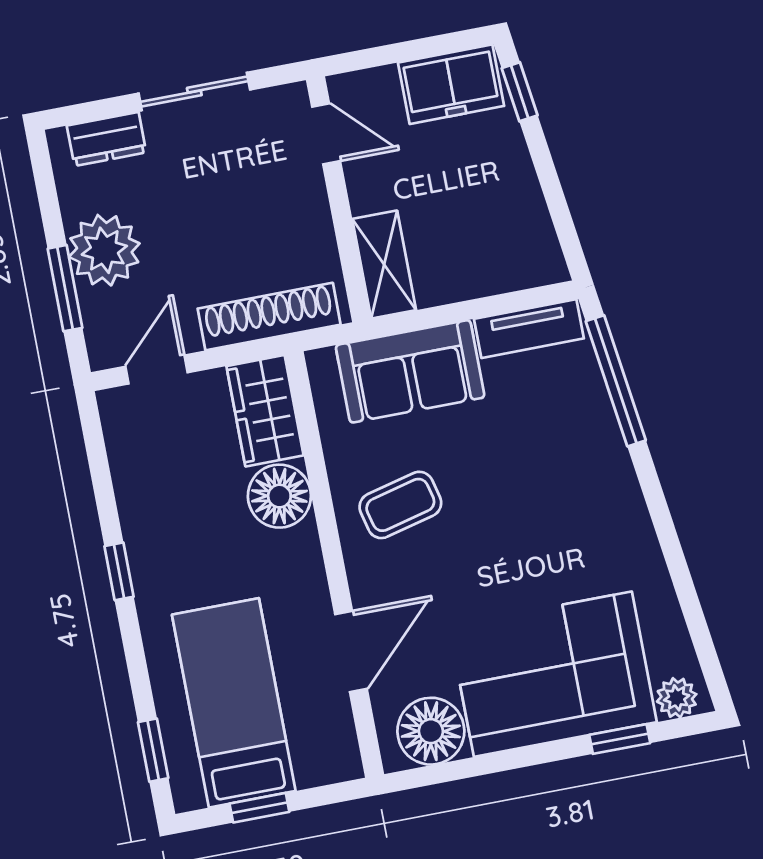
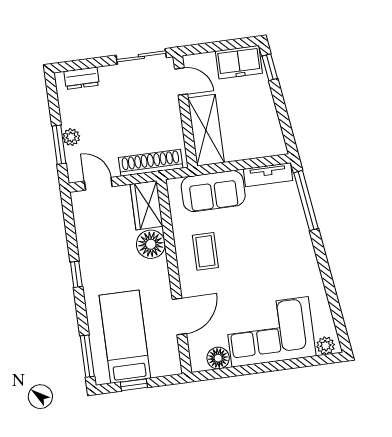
sliding door: (194, 91) -> (141, 56), moved
plant: (104, 250) -> (71, 137), width x0.53, depth x0.53
shelving: (384, 265) -> (206, 130), width x1.50, depth x1.33
door: (157, 369) -> (98, 184), hinge flipped
coffee table: (400, 505) -> (205, 251), turned -76
floor lamp: (431, 731) -> (218, 358), width x0.73, depth x0.73
window: (620, 739) -> (299, 363), removed
window: (153, 750) -> (87, 356), width x1.50

